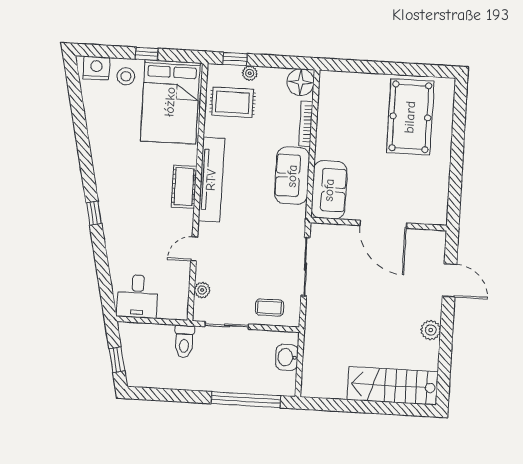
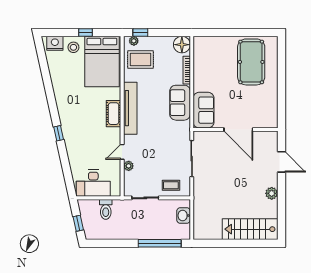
plant: (250, 73) -> (134, 41), moved
plant: (202, 290) -> (129, 166), moved
desk: (137, 296) -> (93, 183), width x1.37
toilet: (184, 341) -> (106, 209), moved

